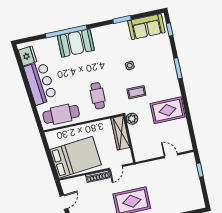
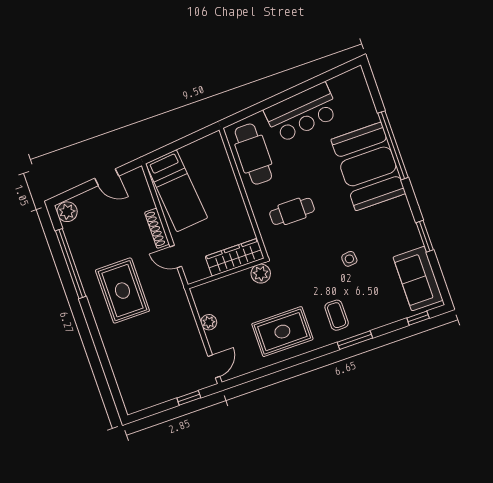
booth: (76, 43) -> (368, 166), width x1.36, depth x1.42
fridge: (27, 56) -> (344, 86), removed
coffee table: (136, 92) -> (337, 315), moved
rug: (168, 110) -> (282, 332), turned 90
plant: (157, 153) -> (209, 322), added
door: (171, 156) -> (214, 366), moved
bed: (76, 157) -> (177, 191), width x0.67

